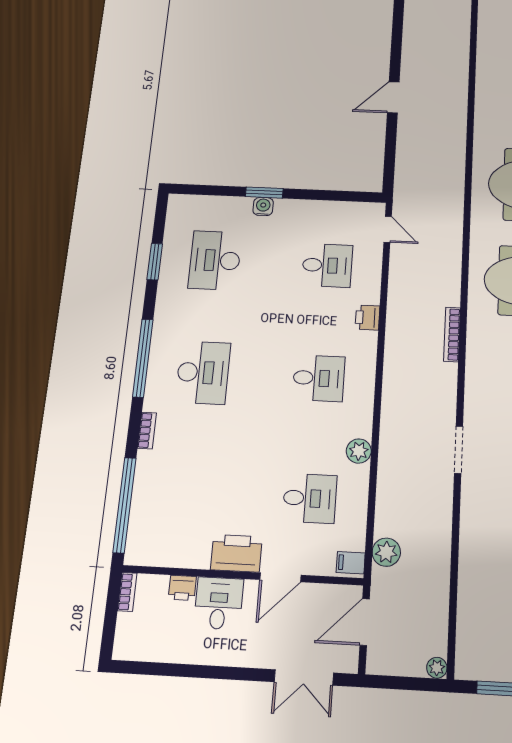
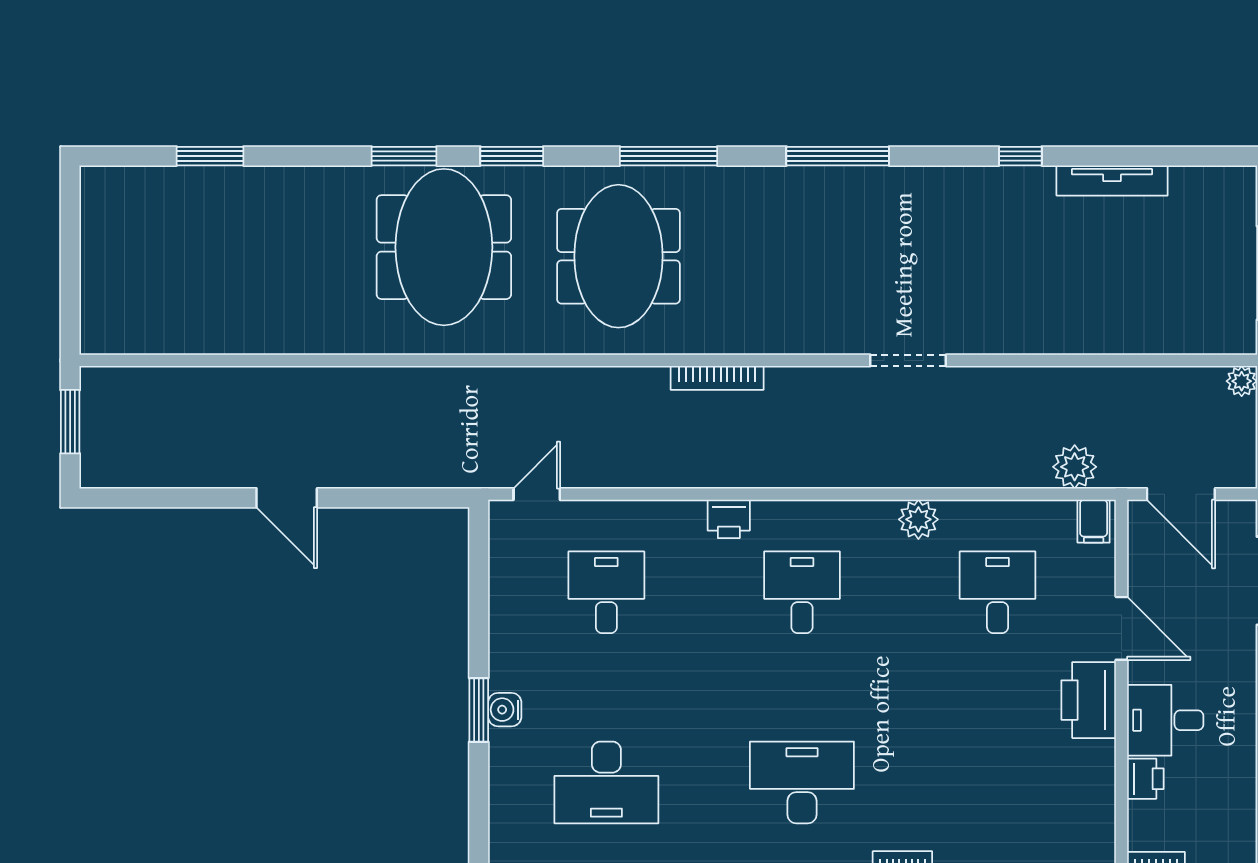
printer: (367, 317) -> (729, 519), moved

